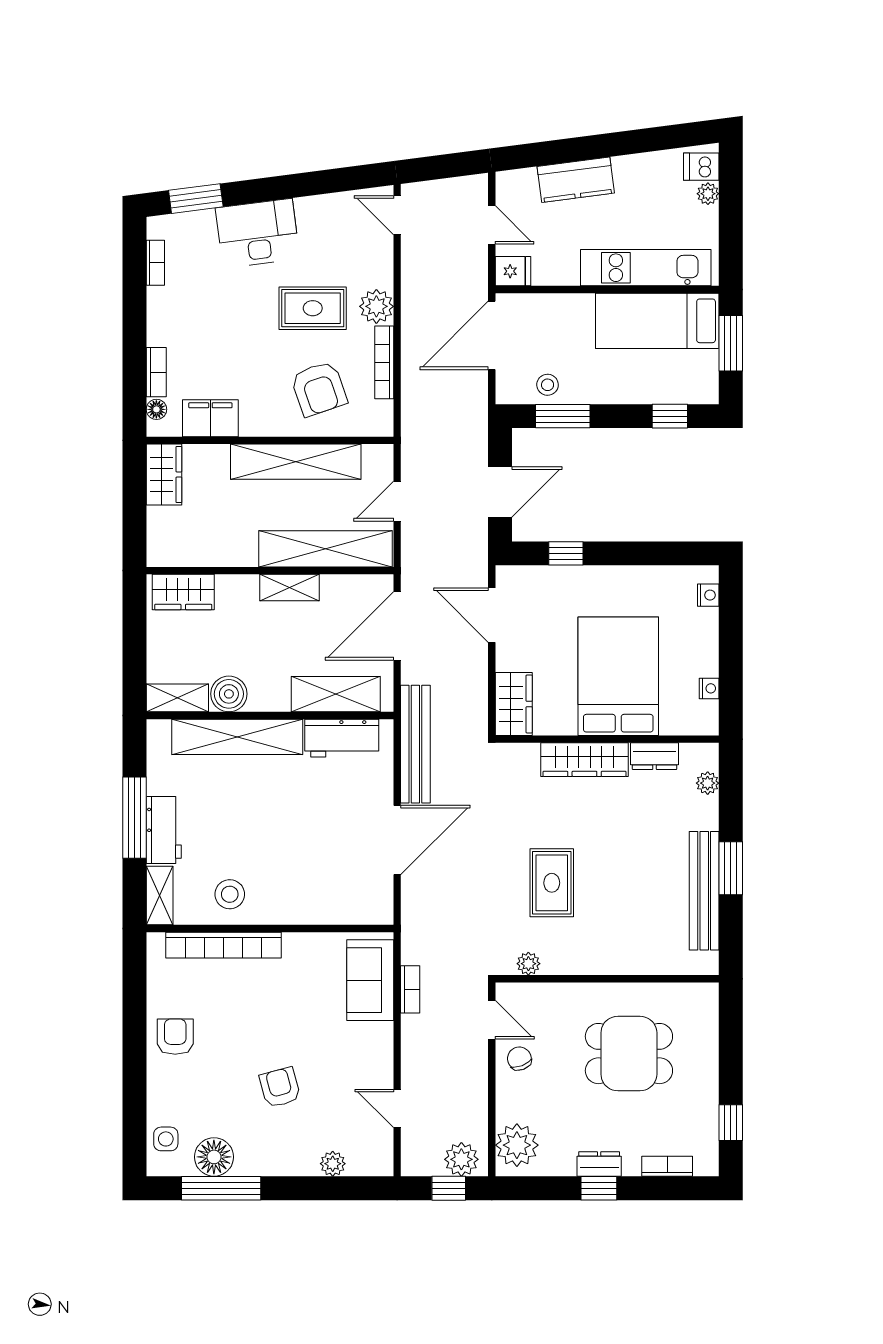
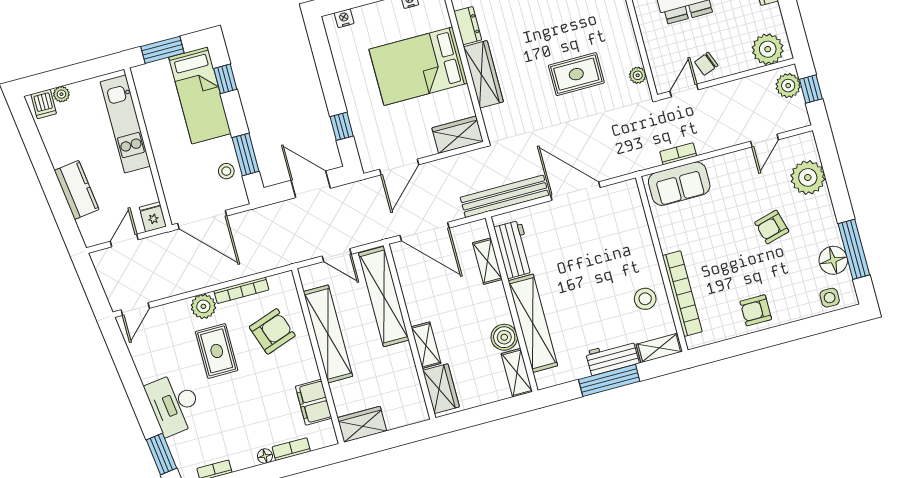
bed: (657, 321) -> (200, 95), moved
floor lamp: (156, 409) -> (265, 456), moved
shelving: (290, 587) -> (426, 345), moved
shelving: (336, 694) -> (487, 261), width x0.67, depth x0.75
plant: (333, 1164) -> (808, 177), width x1.87, depth x1.87

